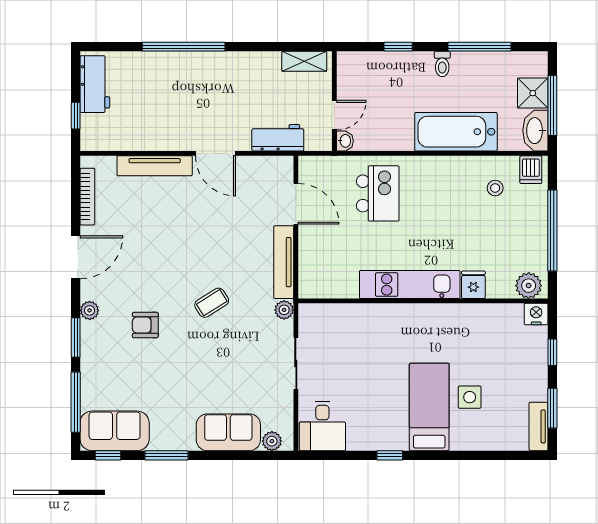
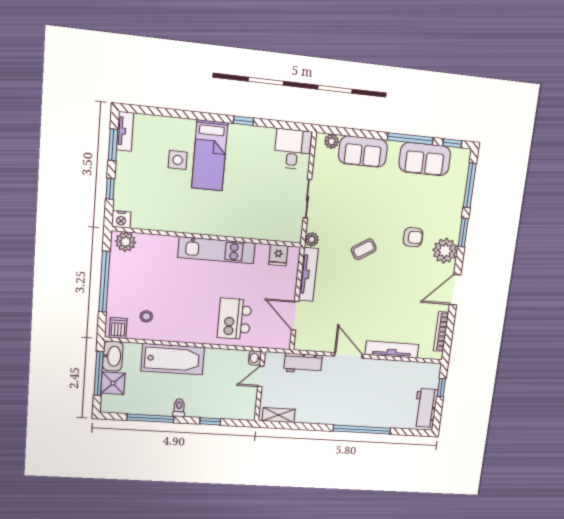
fridge: (473, 285) -> (278, 255), moved
plant: (90, 310) -> (445, 251), width x1.87, depth x1.87
sofa: (115, 431) -> (425, 159), moved
window: (166, 455) -> (410, 139), width x1.44

